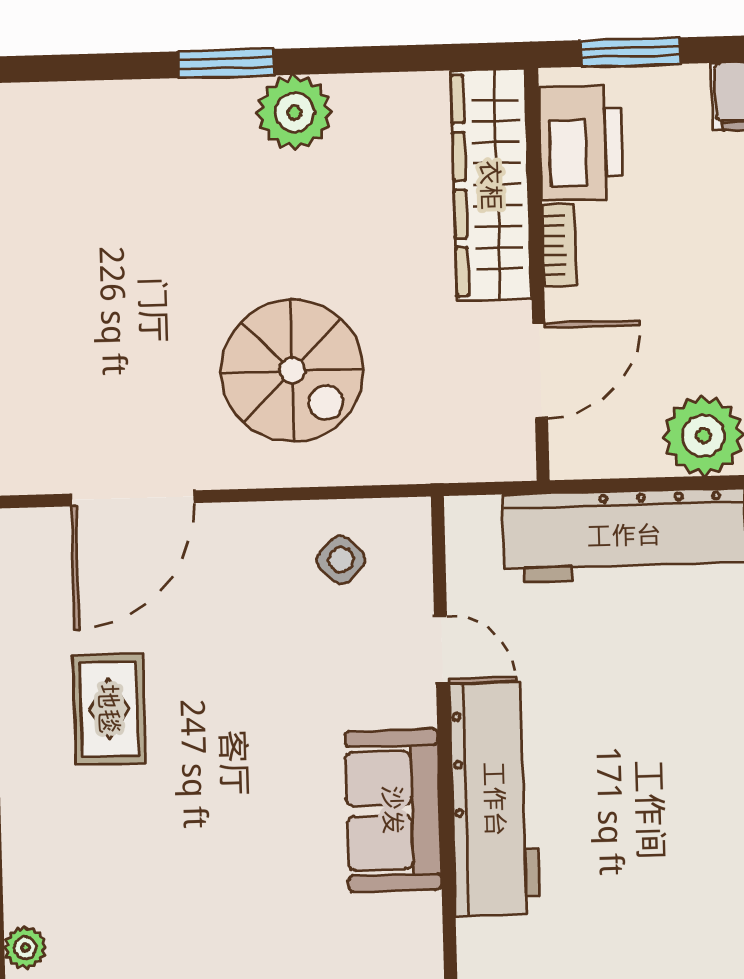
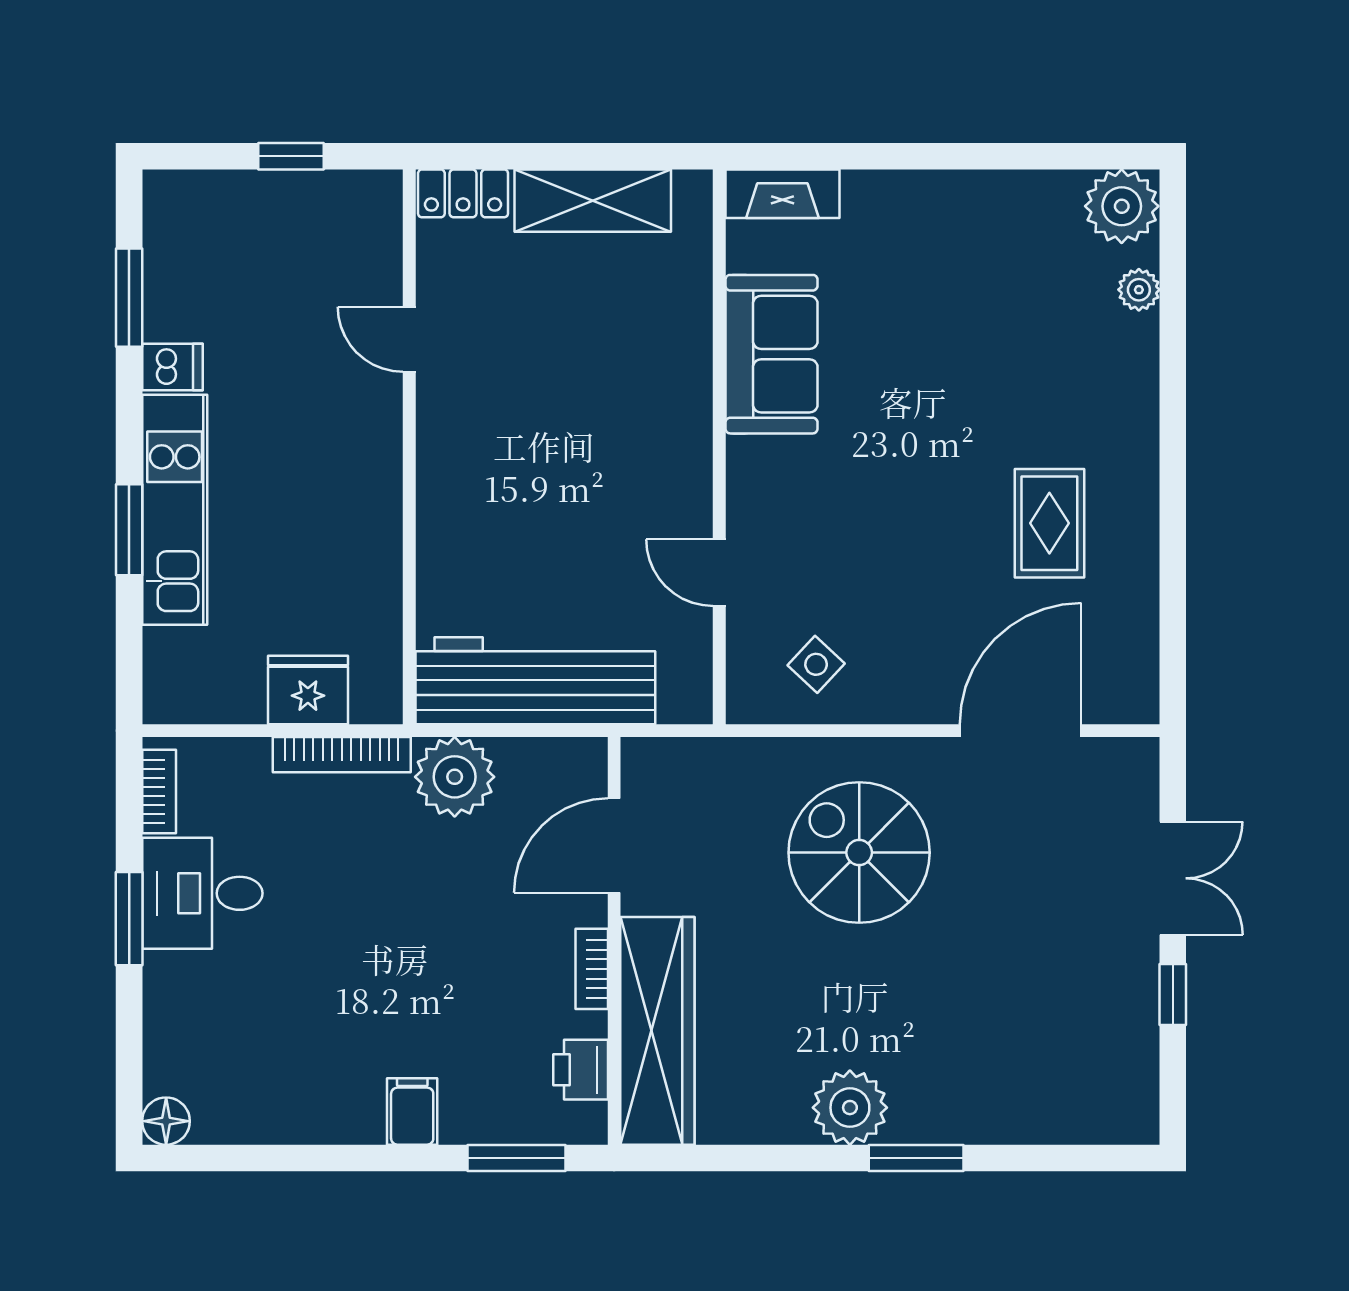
printer: (581, 143) -> (581, 1070), width x0.53, depth x0.68
workbench: (495, 799) -> (671, 424), removed
sofa: (393, 810) -> (771, 354), moved

